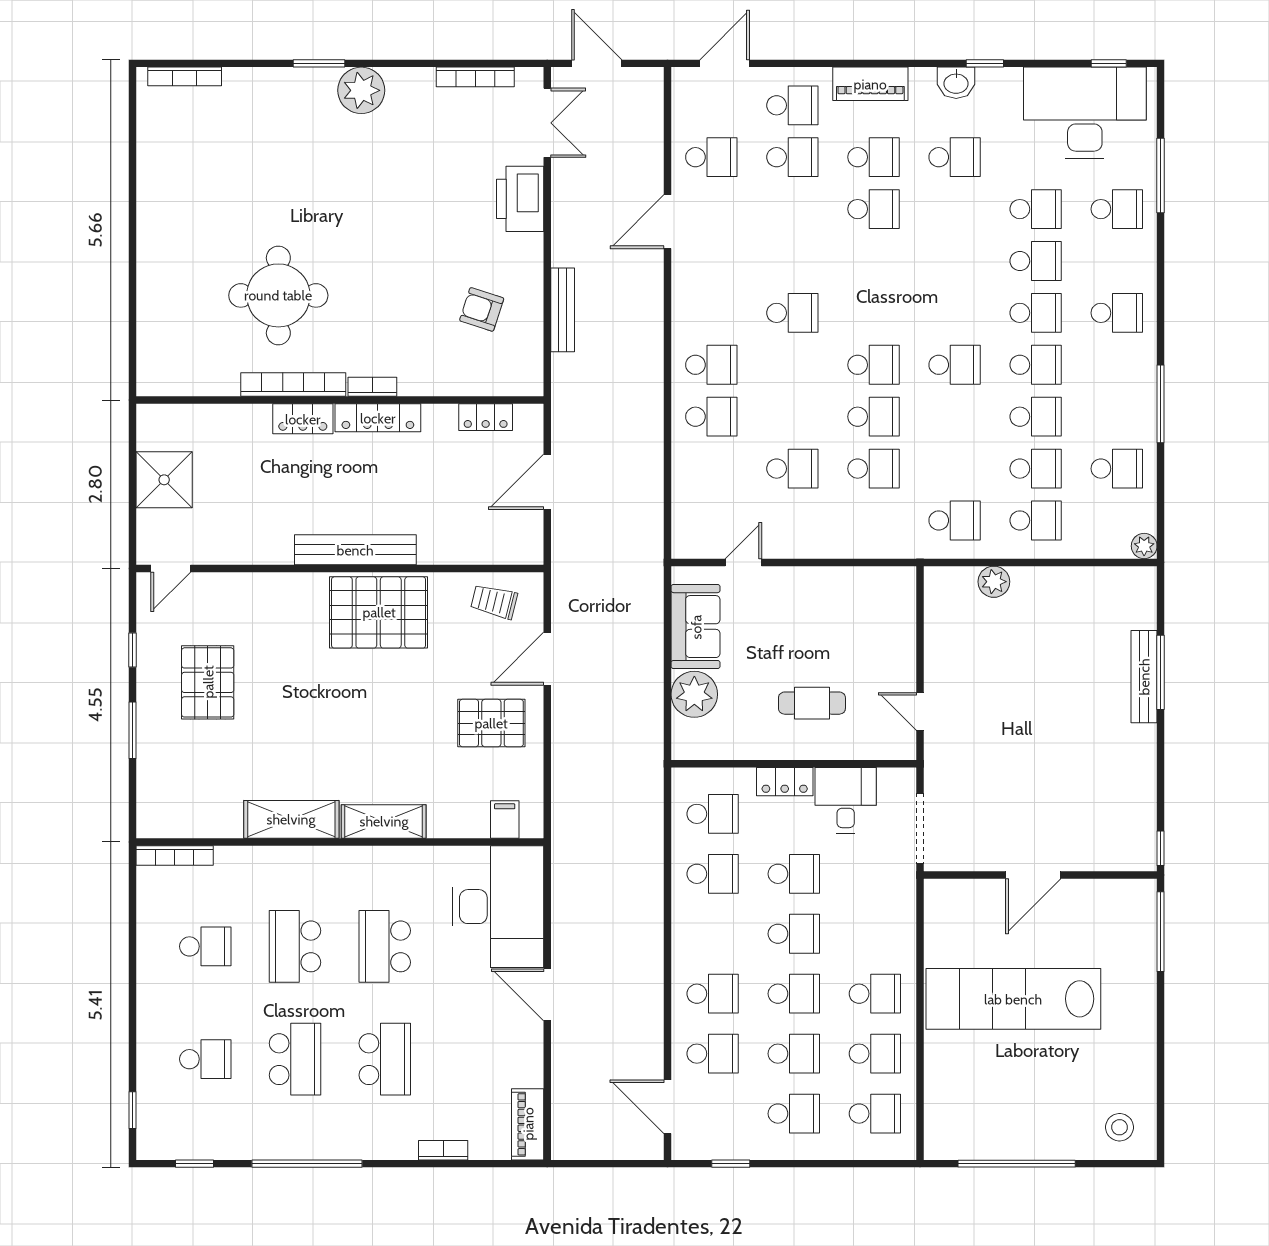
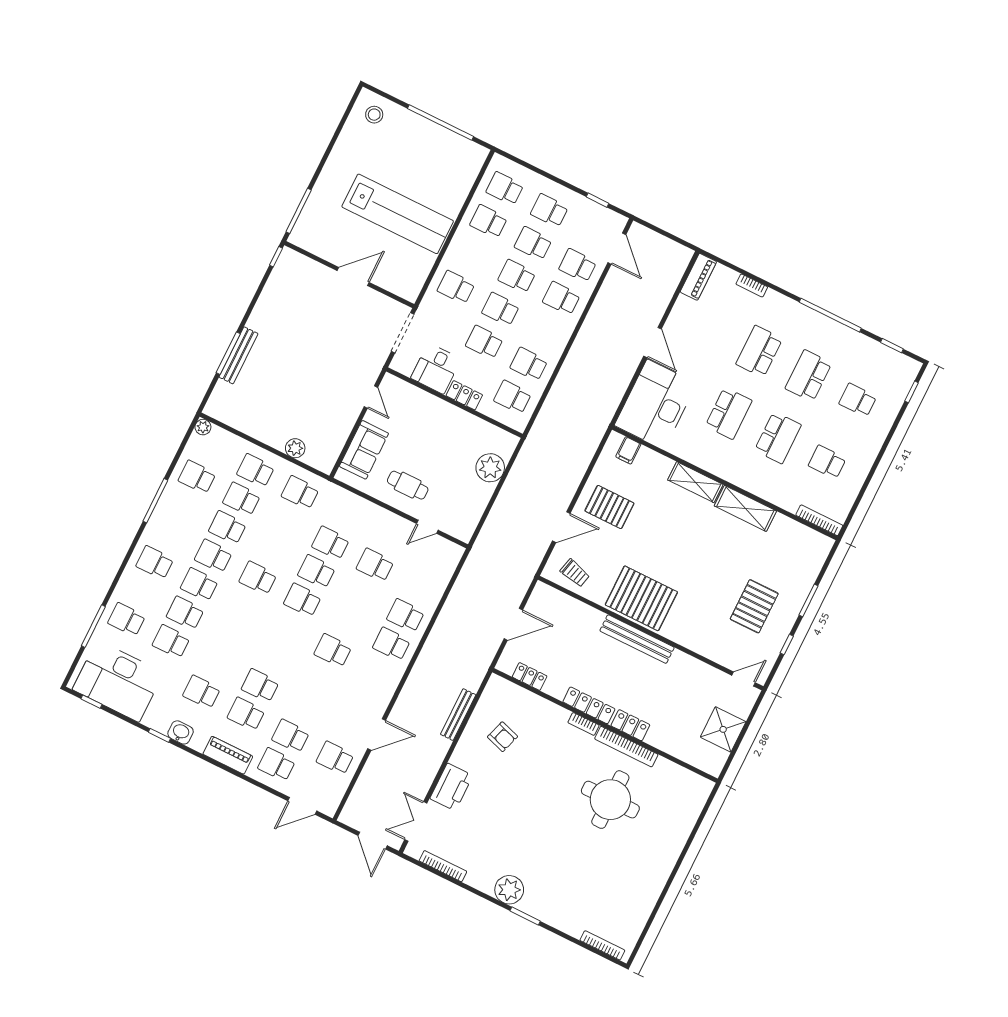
sofa: (696, 627) -> (364, 450), moved, turned 180
cafe table: (812, 703) -> (408, 485), moved
school desk: (875, 994) -> (456, 287), moved

